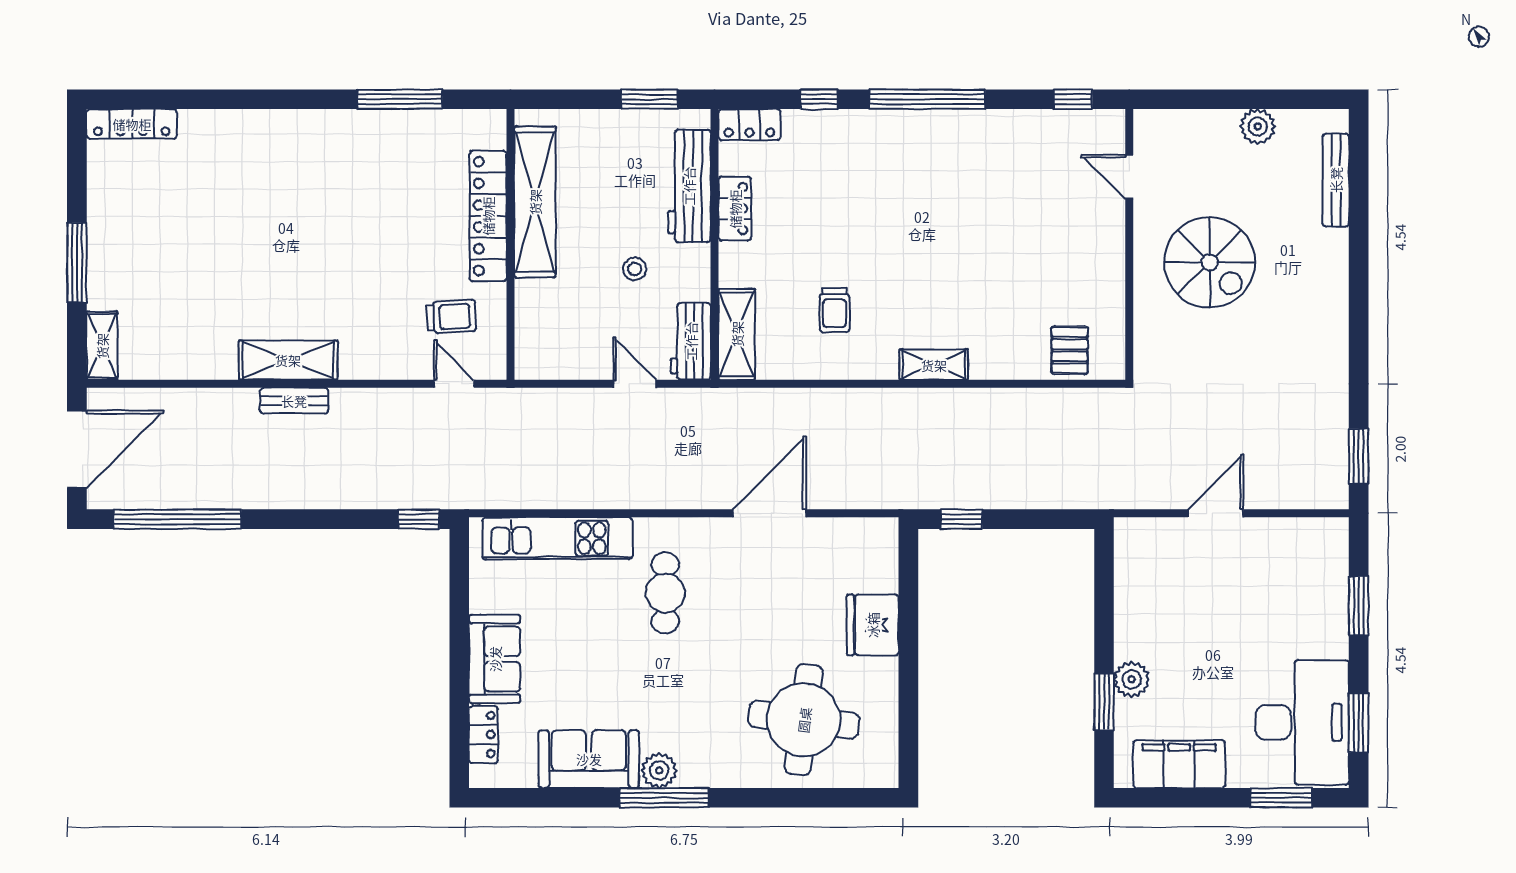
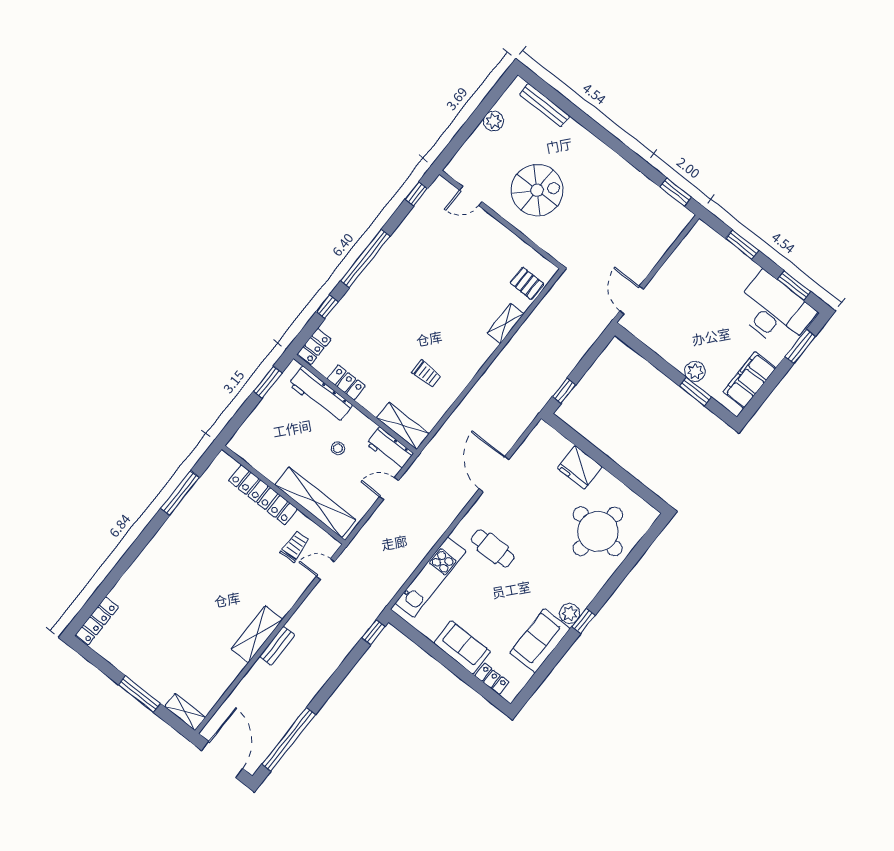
shelving: (535, 202) -> (315, 502), moved
shelving: (934, 365) -> (506, 323), moved
door: (1216, 513) -> (631, 300), moved
window: (664, 798) -> (584, 621), width x0.46

